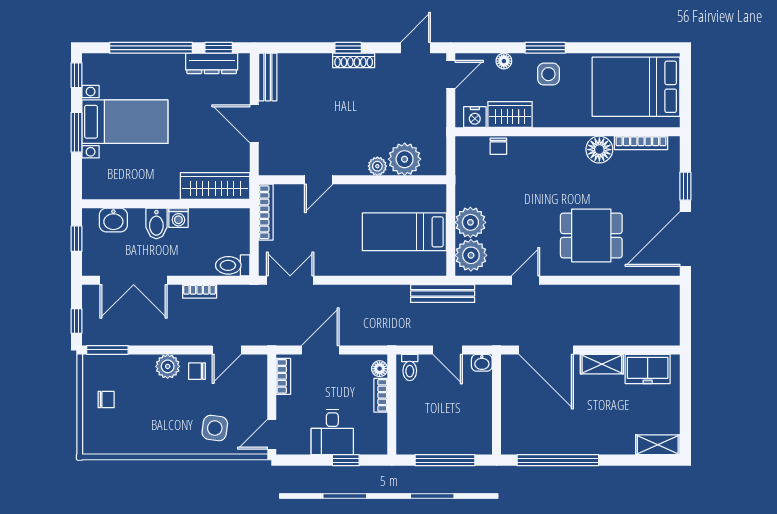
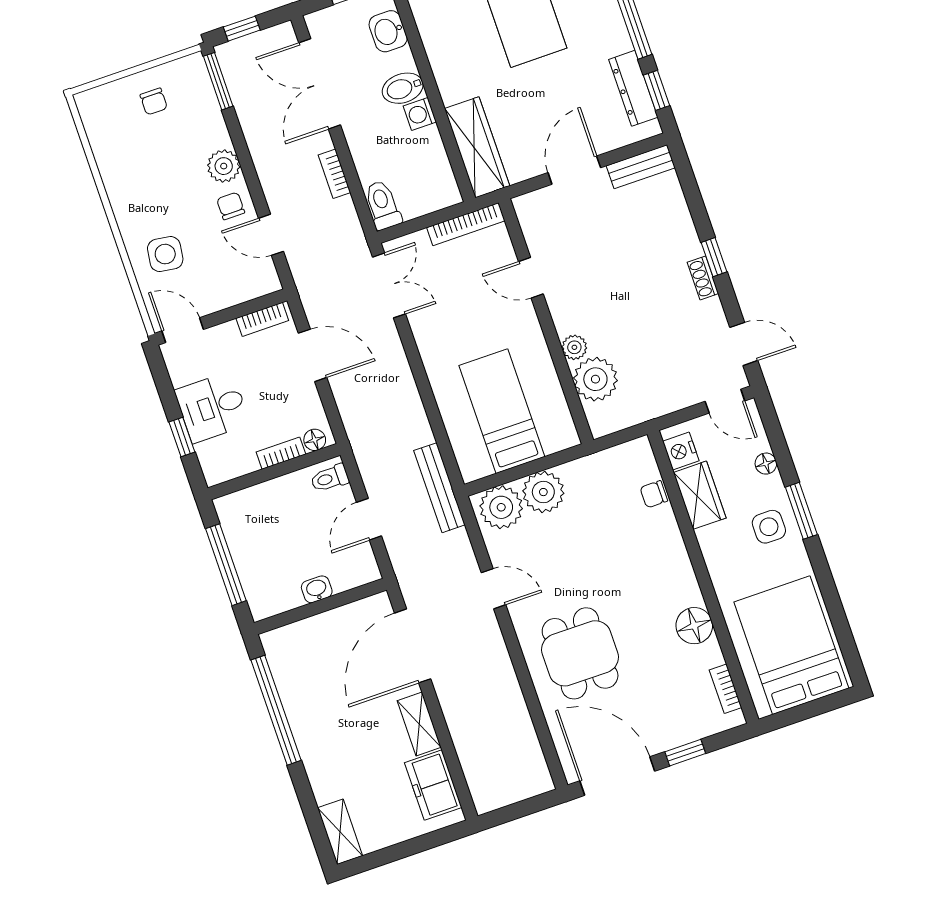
shoe rack: (354, 60) -> (703, 278), width x0.70
bookcase: (641, 143) -> (725, 689), width x0.64
washbasin: (482, 363) -> (317, 589), moved, turned 90

